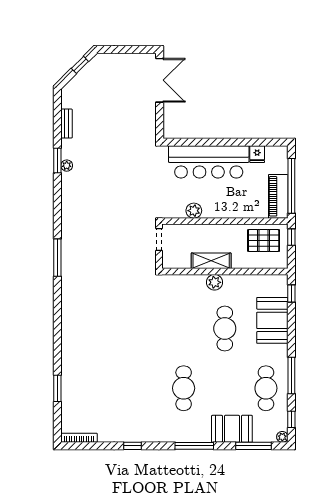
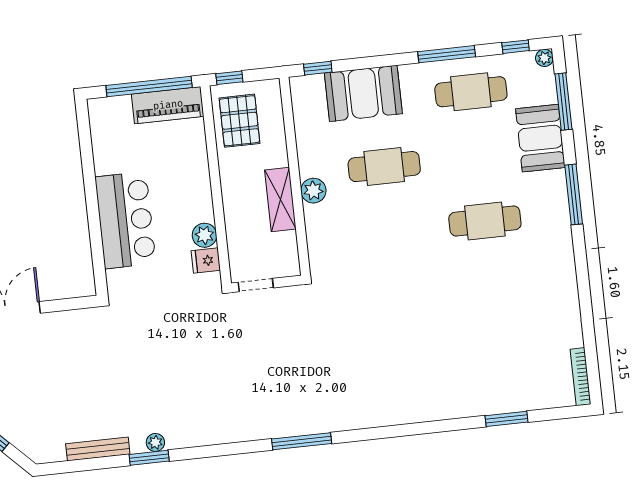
bench: (66, 124) -> (98, 449), width x1.36
fridge: (257, 154) -> (206, 261), moved, turned 180
bar counter: (209, 162) -> (125, 220), width x0.73
window: (133, 446) -> (584, 291), removed

